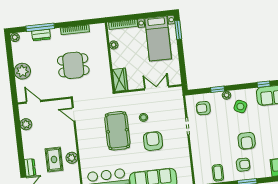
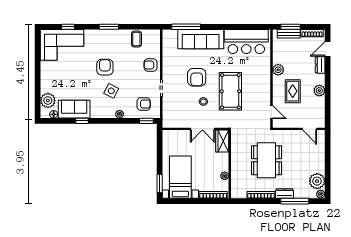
dresser: (41, 35) -> (285, 194), moved
dining table: (73, 65) -> (266, 160), width x1.38
plant: (22, 71) -> (317, 181), moved
double door: (157, 88) -> (202, 129), moved
window: (218, 89) -> (146, 121), moved
side table: (240, 106) -> (111, 91), moved
plant: (26, 124) -> (319, 91), moved
rug: (54, 159) -> (293, 91), moved
armchair: (243, 165) -> (151, 65), moved

